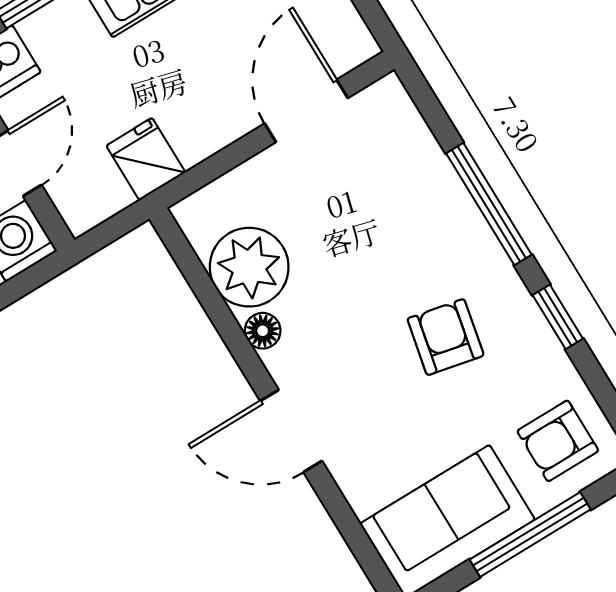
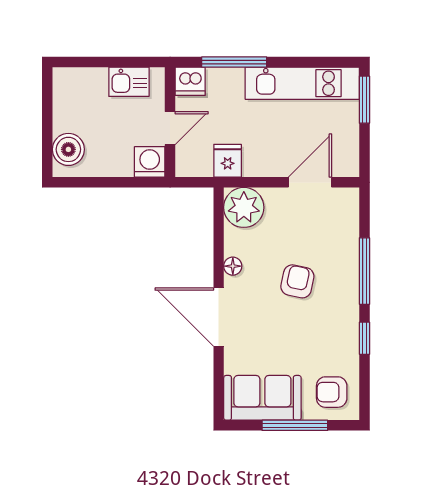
plant: (249, 267) -> (244, 207), moved
armchair: (446, 337) -> (297, 281), moved
door: (291, 431) -> (219, 317), width x1.36

